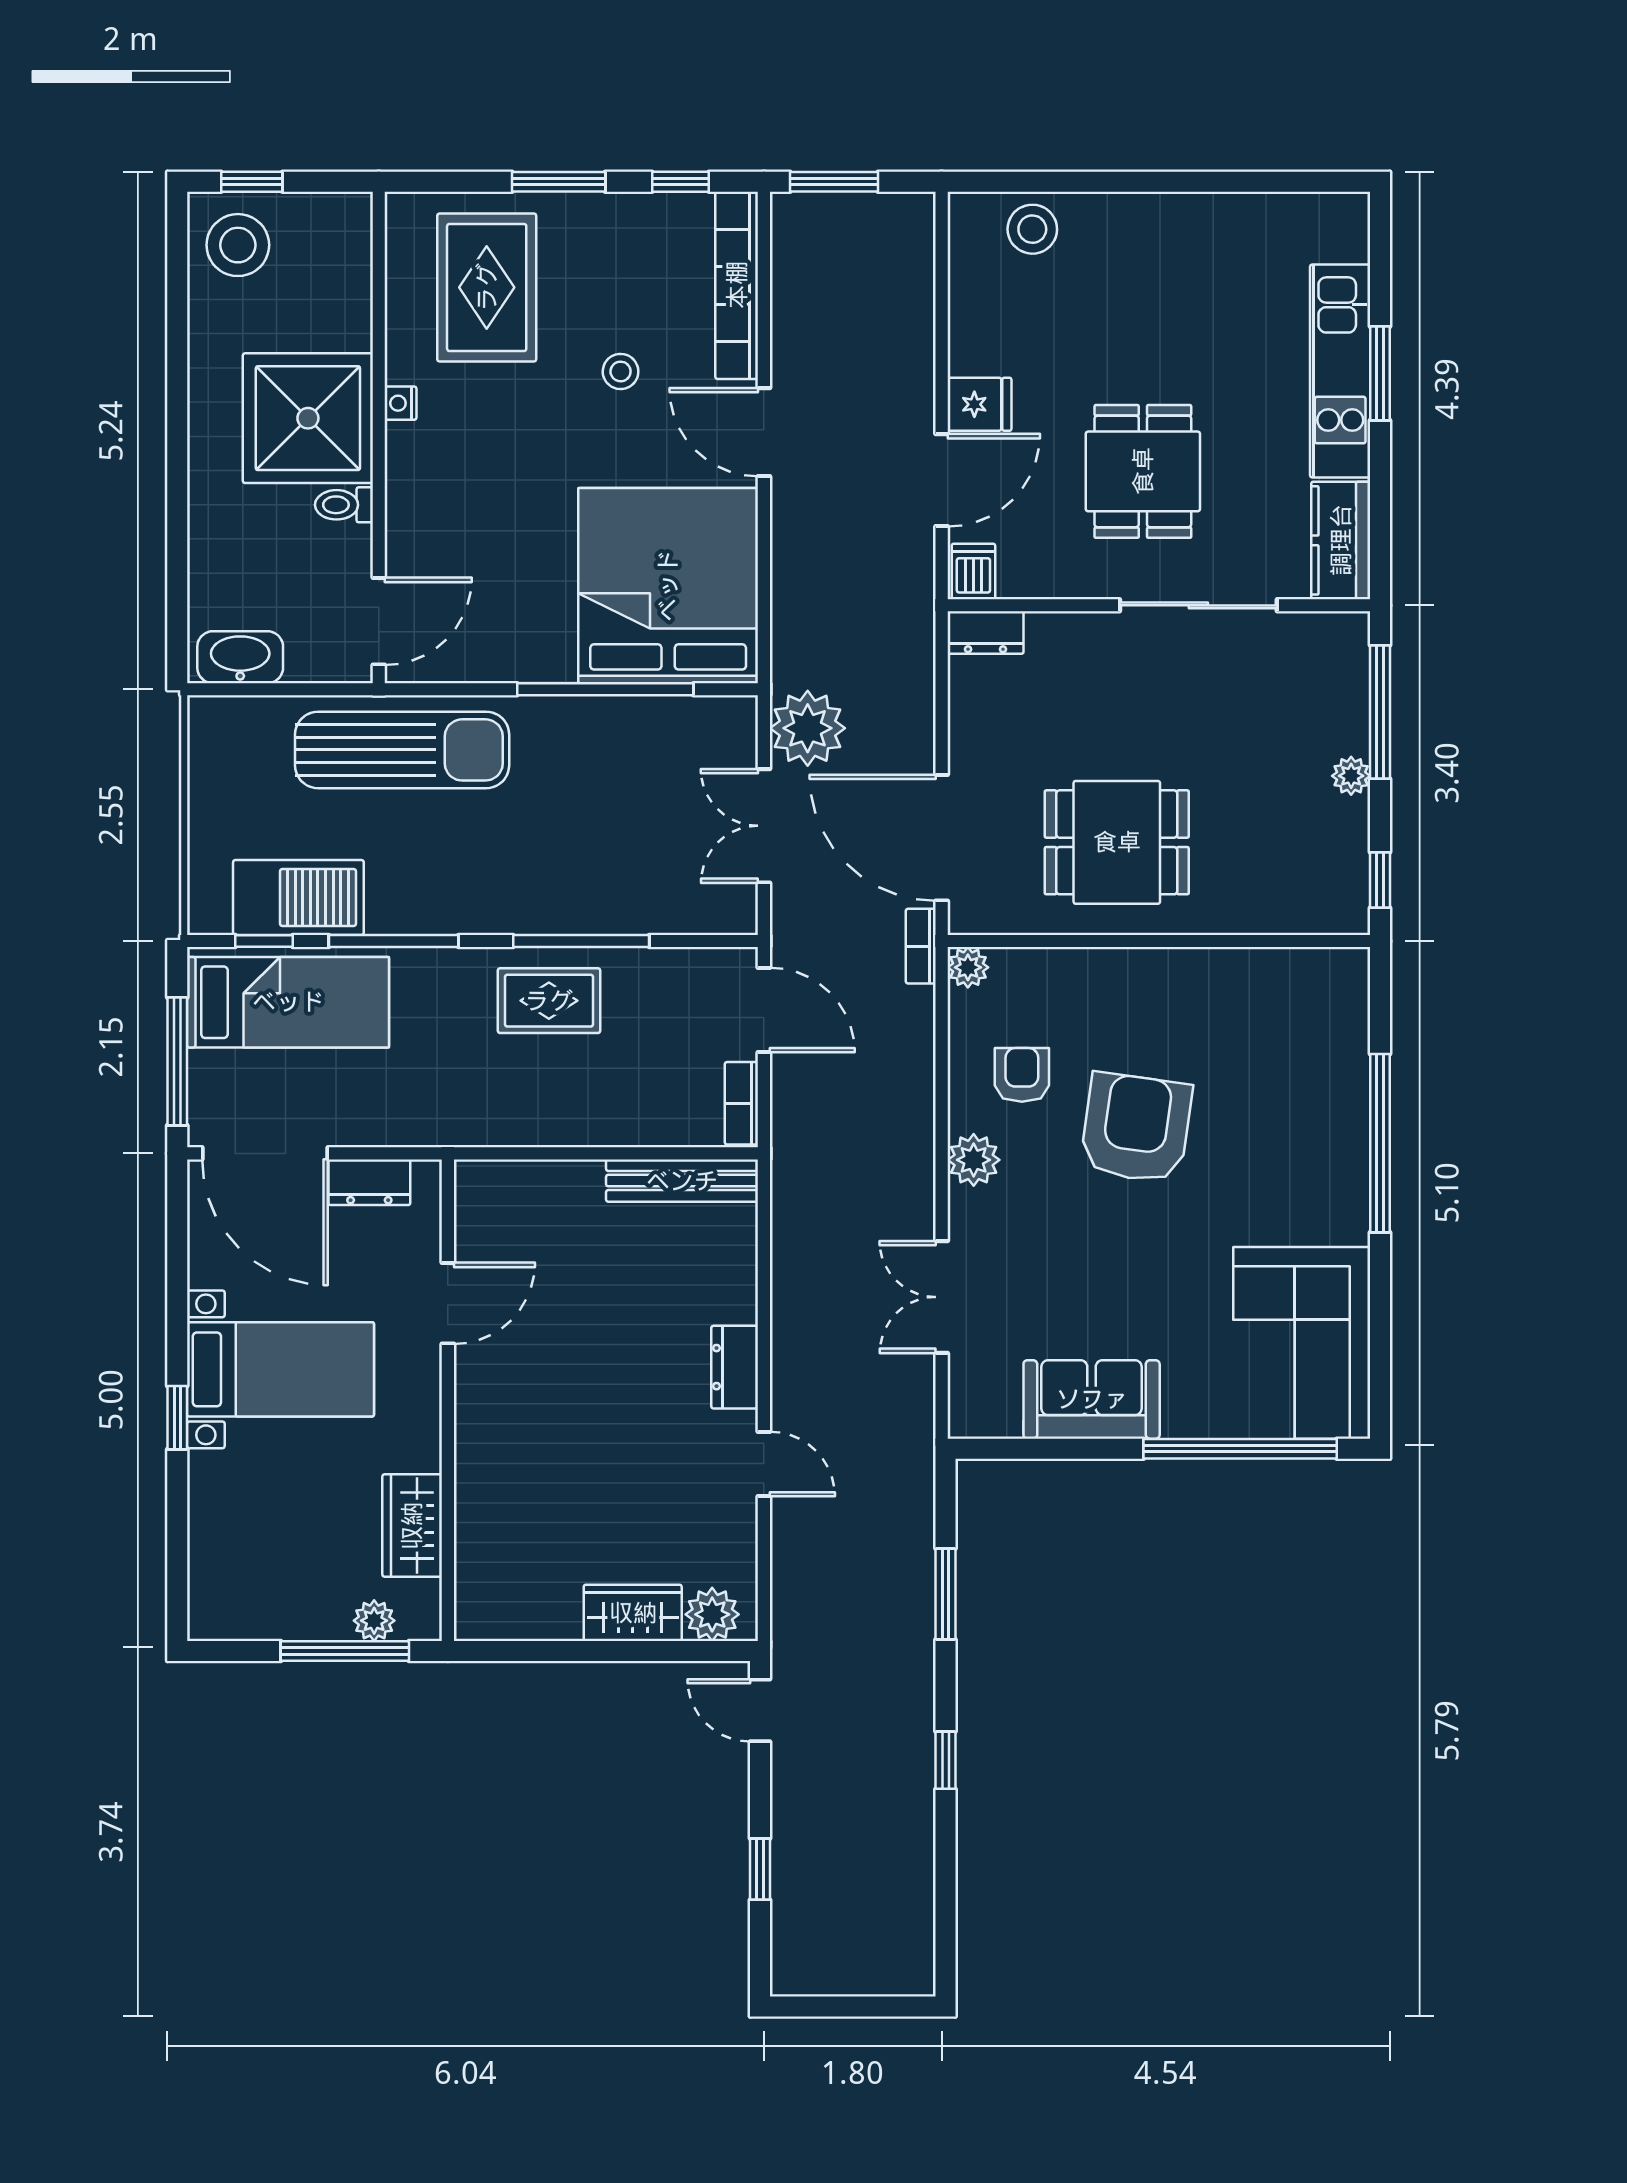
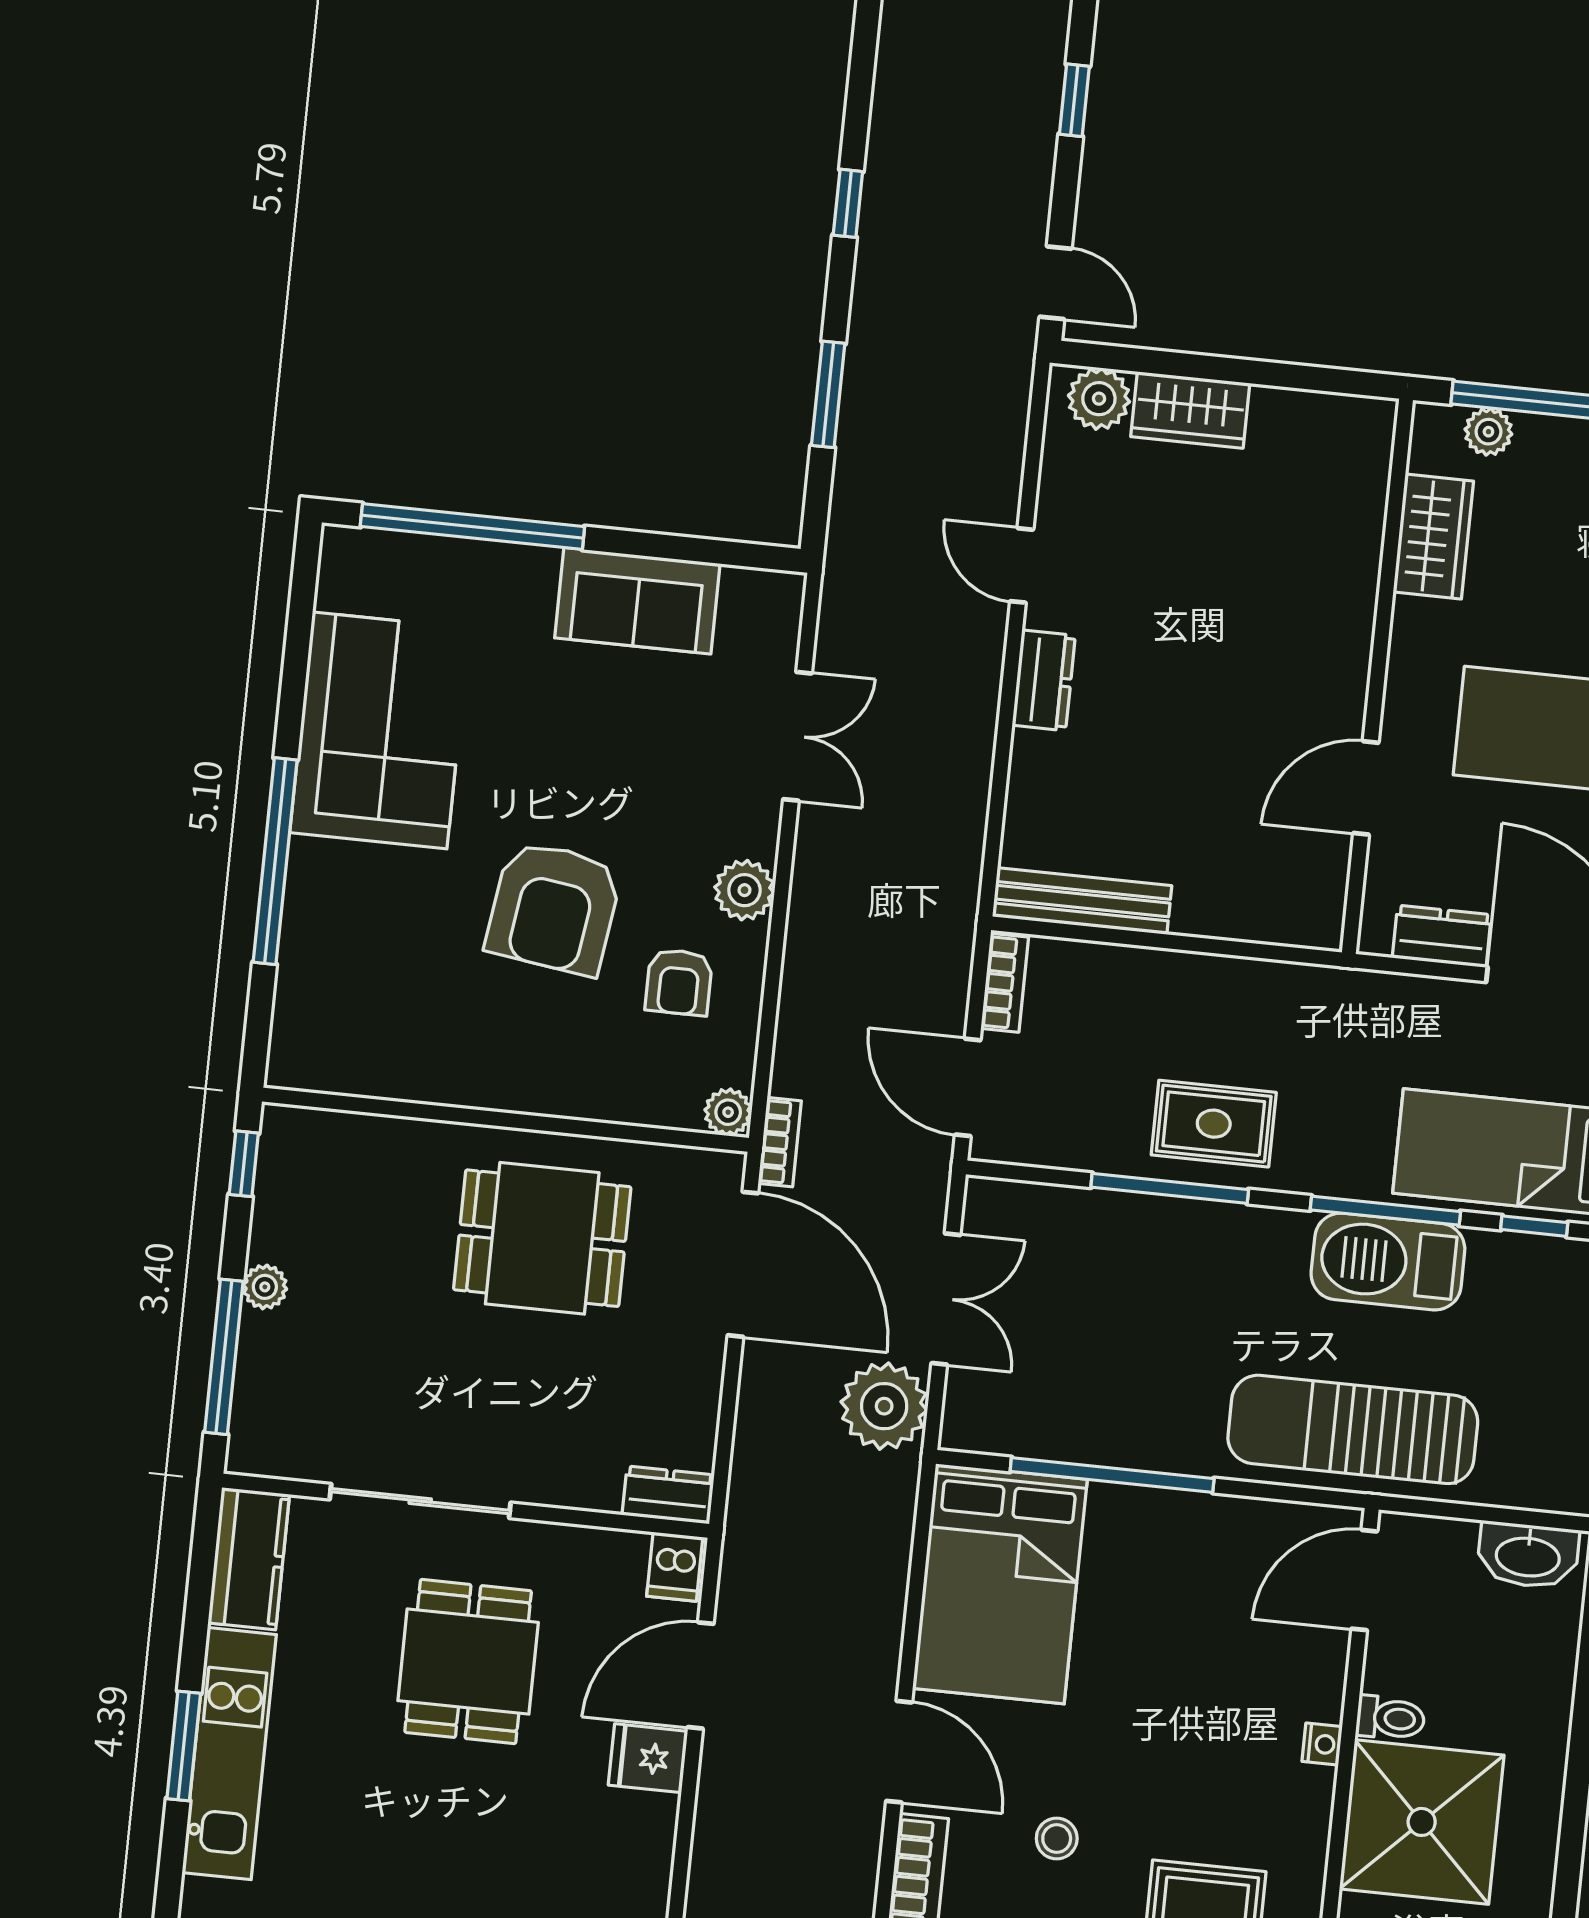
nightstand: (401, 403) -> (1322, 1744), moved
bed: (668, 586) -> (1000, 1584), width x0.73
barbecue: (298, 898) -> (1388, 1262), moved
corner sofa: (1302, 1343) -> (380, 730), moved

